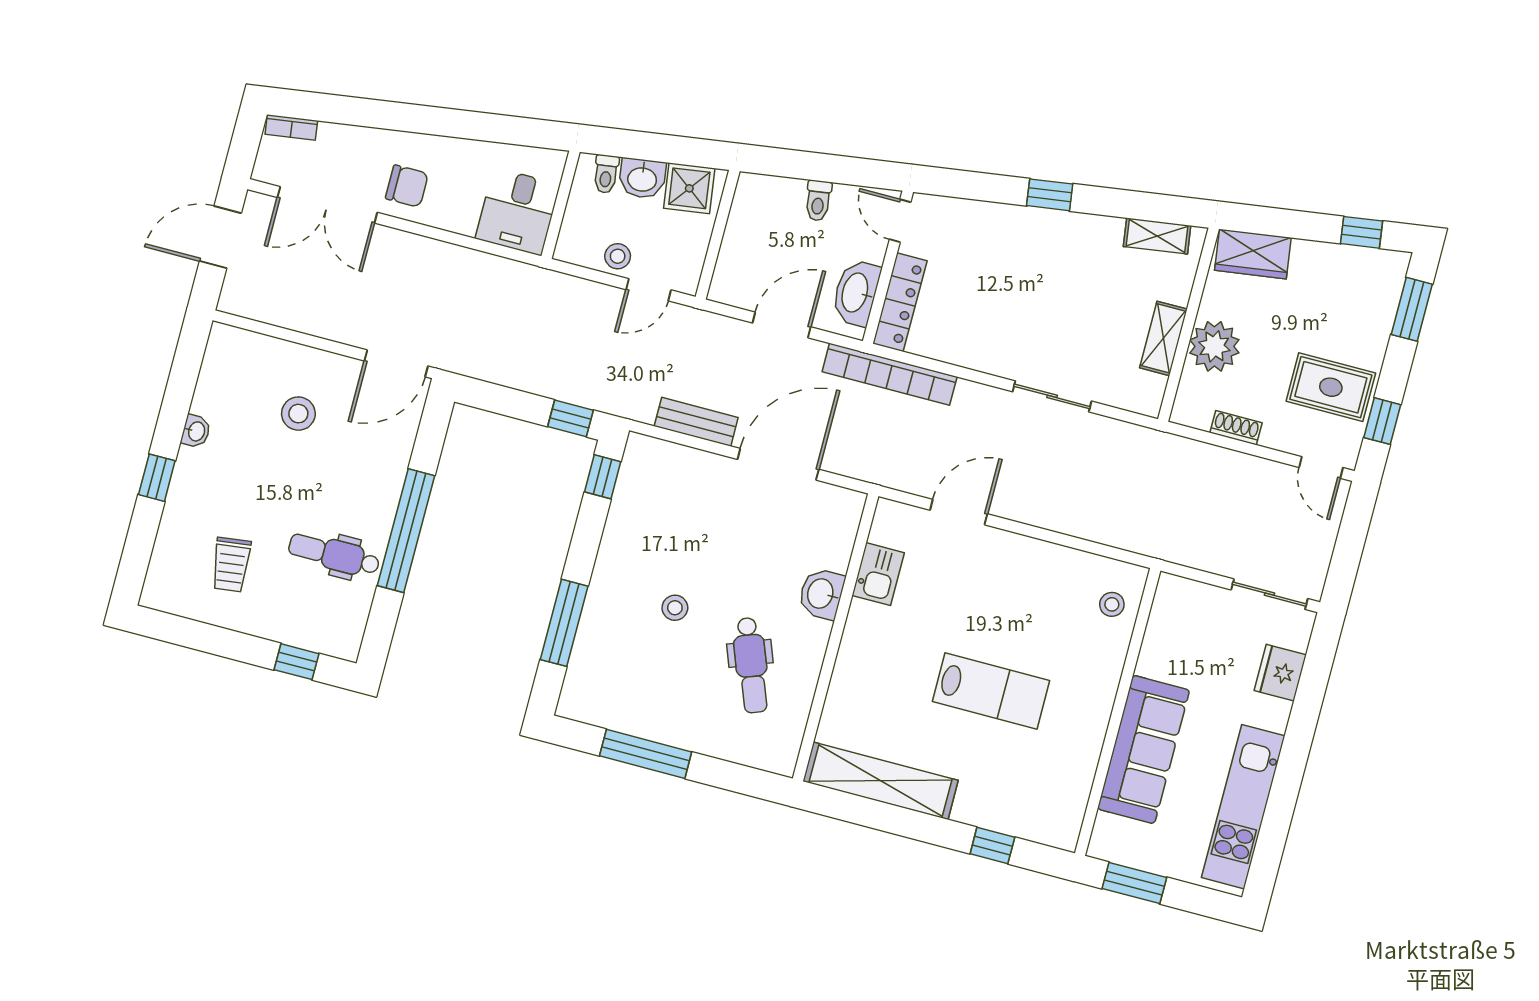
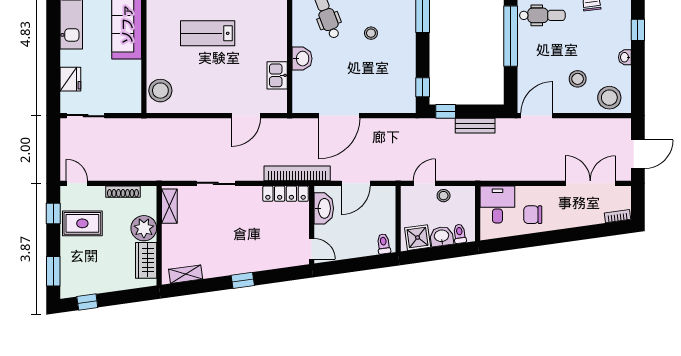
chair: (407, 186) -> (533, 215), moved
toilet: (818, 201) -> (384, 244), moved
wardrobe: (1253, 254) -> (146, 260), moved, turned -82
locker: (900, 302) -> (286, 194), moved, turned -90
shelving: (1163, 338) -> (169, 206), moved
stool: (247, 361) -> (609, 98), added
bench: (696, 422) -> (475, 126), moved
shoe rack: (1236, 428) -> (123, 192), width x1.43
stool: (1112, 604) -> (160, 91), width x1.89, depth x1.89

